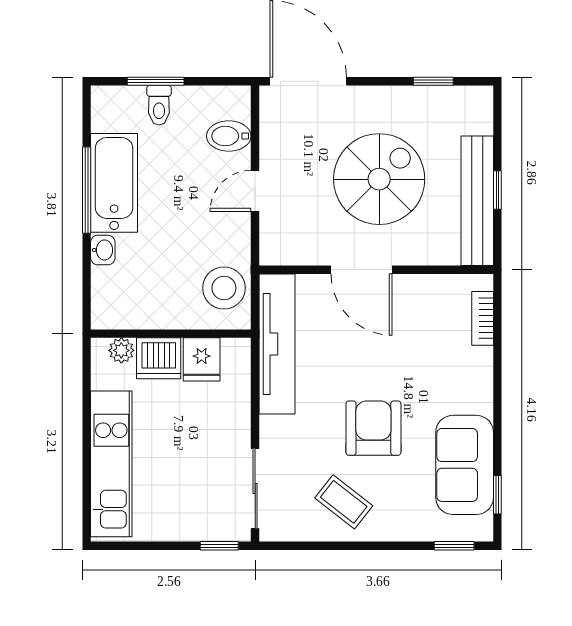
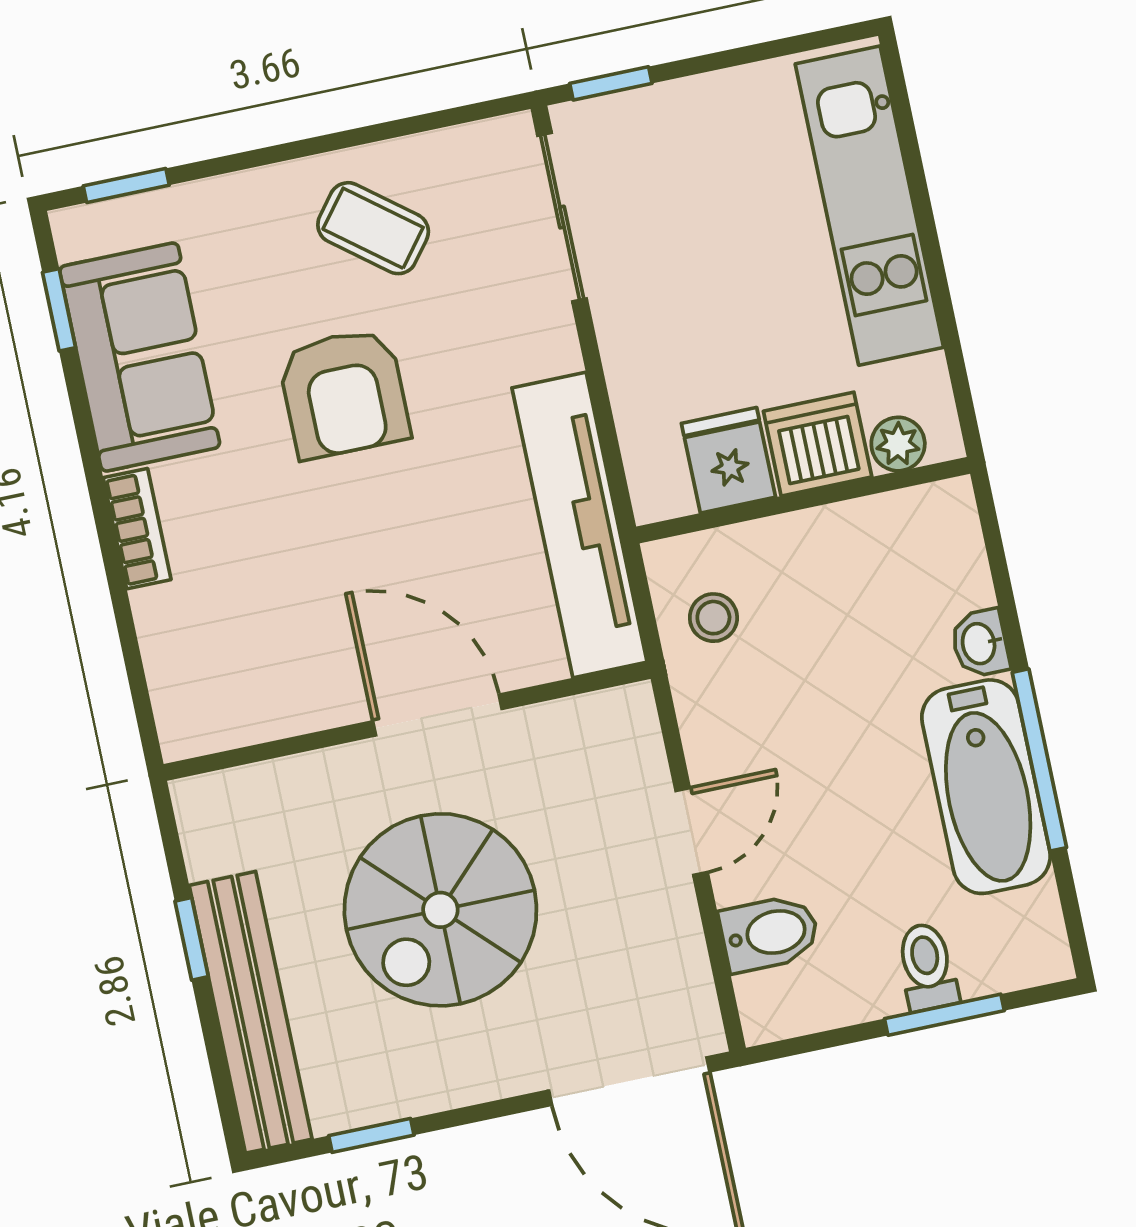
bench: (477, 201) -> (251, 1012), moved
stool: (224, 288) -> (713, 618), width x0.53, depth x0.53
bookcase: (483, 318) -> (137, 529), moved

